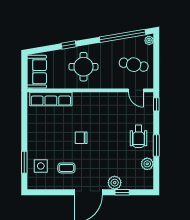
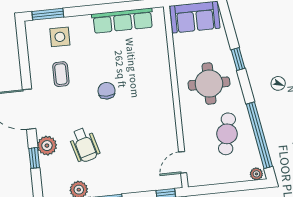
cafe table: (134, 65) -> (227, 134), moved
row of seats: (51, 99) -> (123, 21), moved, turned -90
wheelchair: (139, 136) -> (84, 145), moved, turned -106
window: (24, 162) -> (48, 14), moved

